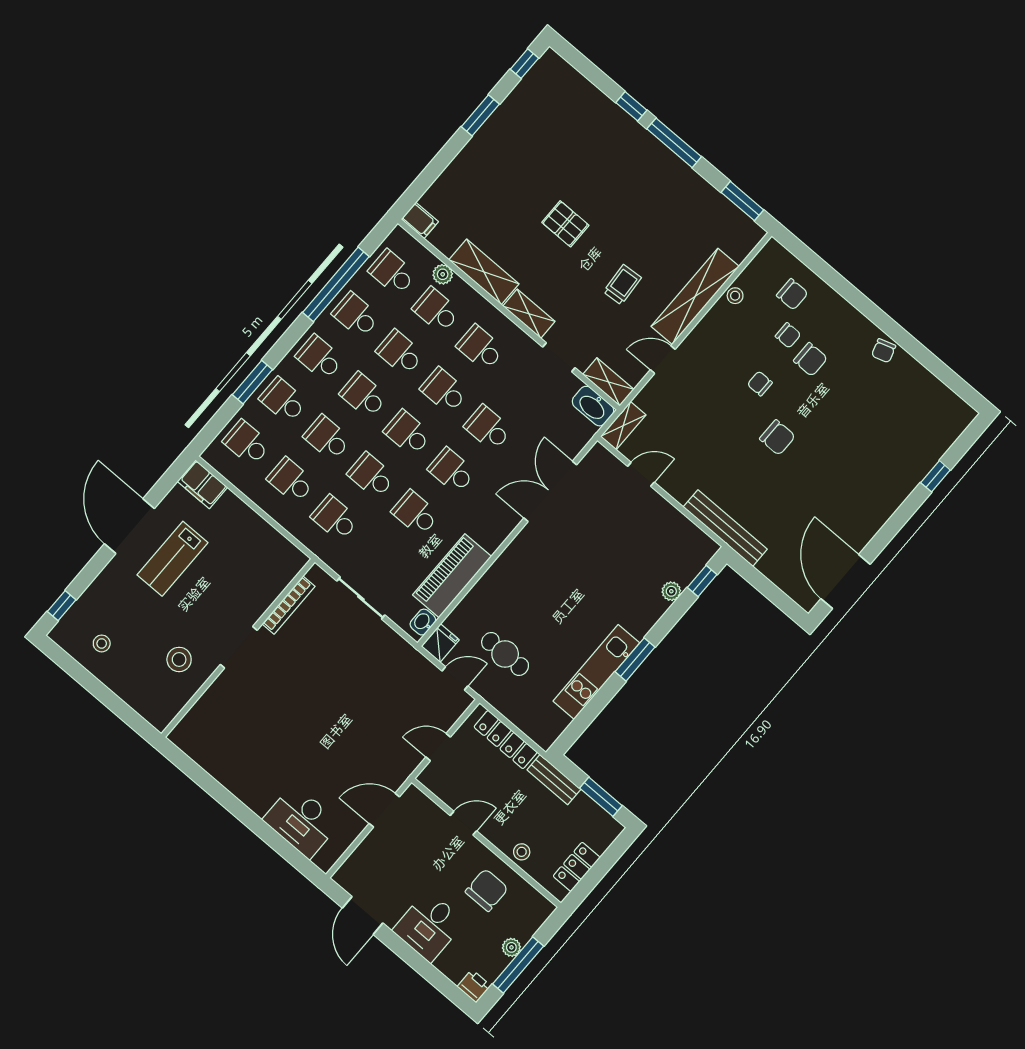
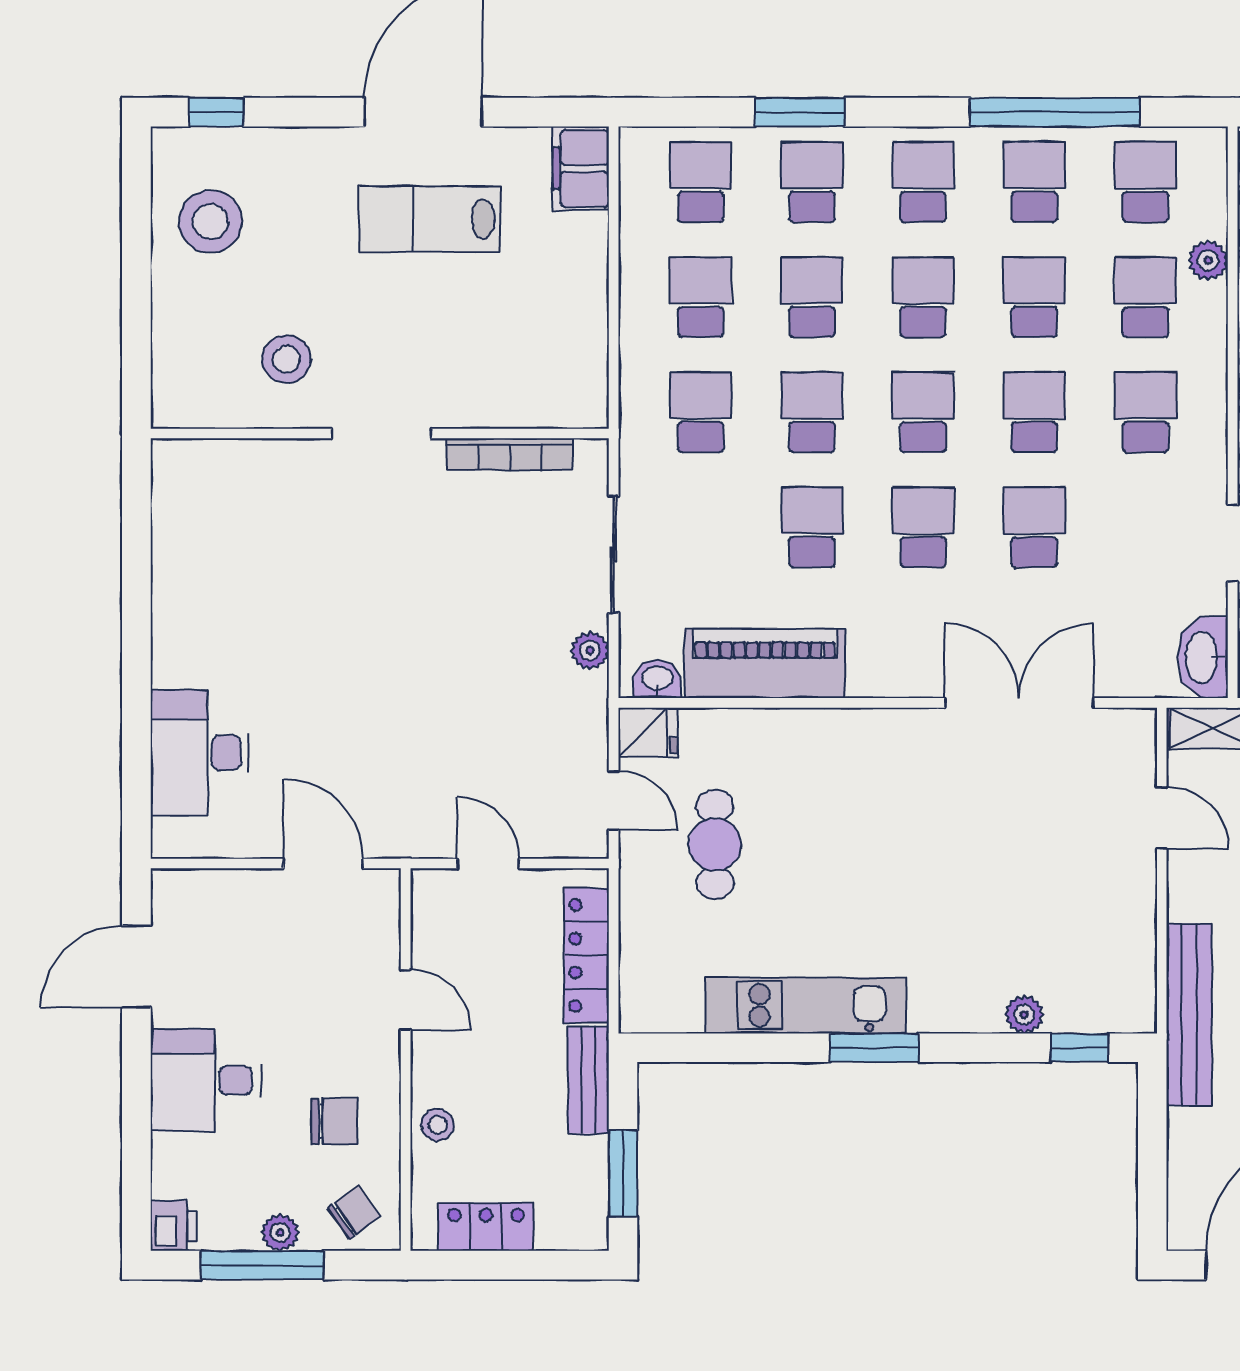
plant: (390, 638) -> (590, 650), added
stool: (102, 643) -> (211, 222), width x1.89, depth x1.89
chair: (487, 890) -> (335, 1121), width x0.73, depth x0.73
chair: (528, 913) -> (354, 1212), added

